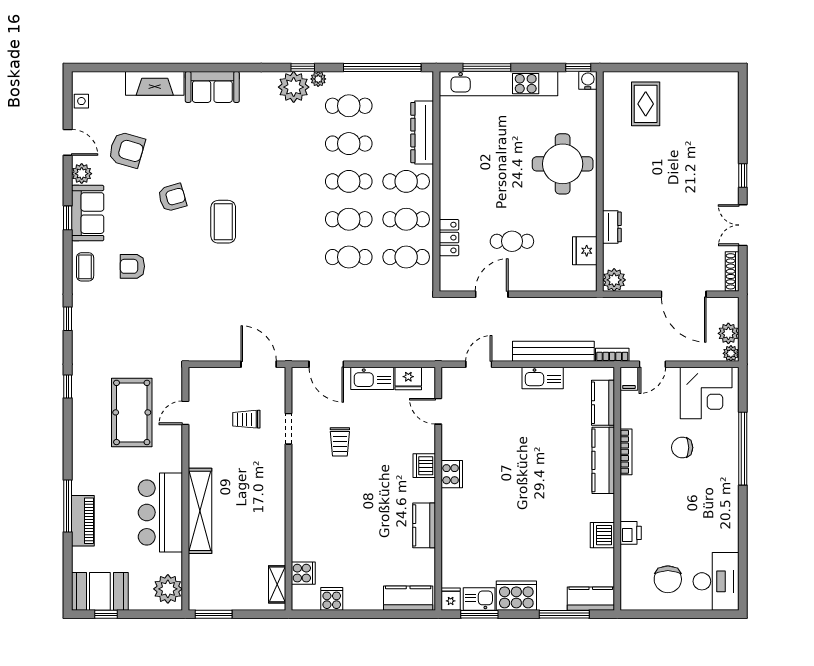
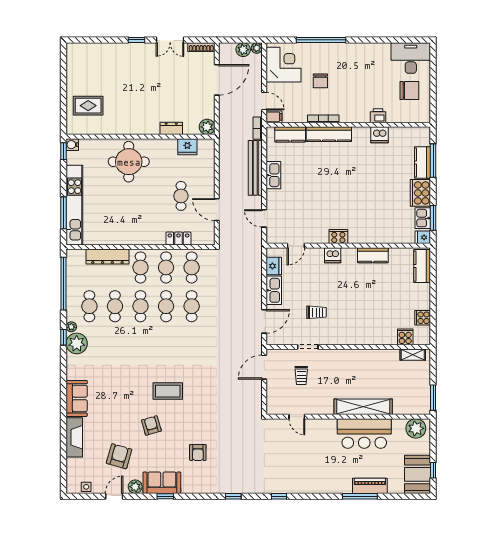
coffee table: (85, 267) -> (198, 484), removed
pool table: (132, 412) -> (297, 453), removed
kitchen counter: (591, 599) -> (422, 162), moved

